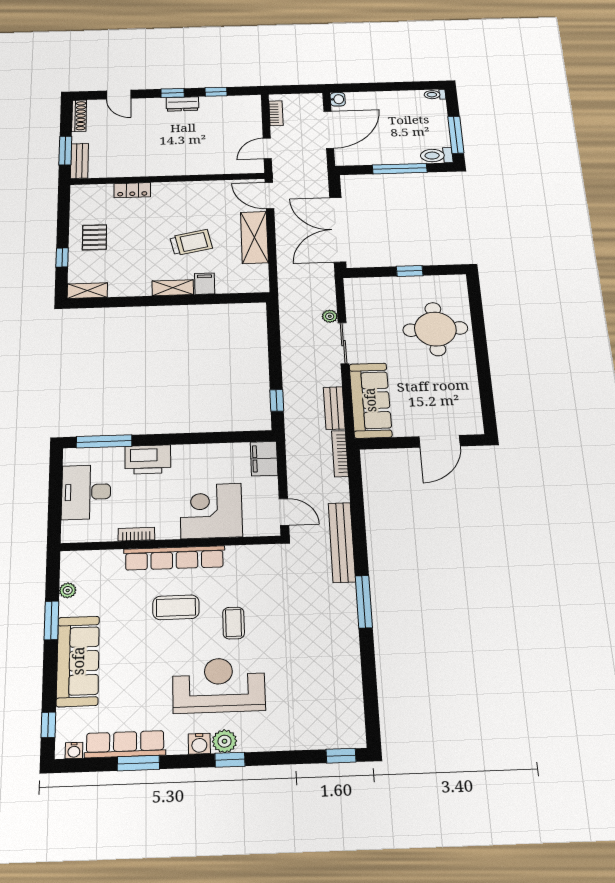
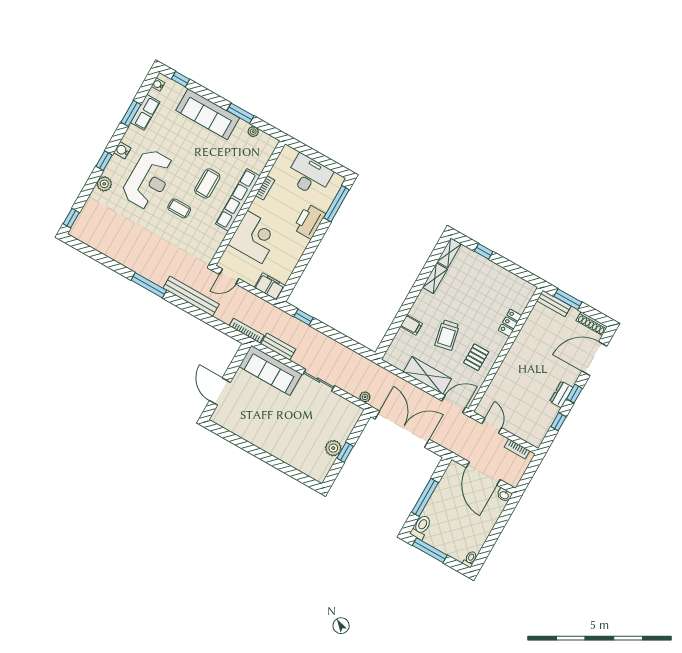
door: (119, 95) -> (594, 359), width x1.87
pallet: (94, 237) -> (476, 357), moved, turned 90
plant: (414, 285) -> (333, 448), added
shelving: (173, 288) -> (435, 278), moved
plant: (330, 316) -> (365, 397), moved
round table: (435, 329) -> (295, 440), removed
plant: (224, 741) -> (104, 184), moved
row of seats: (125, 744) -> (145, 112), width x0.68

